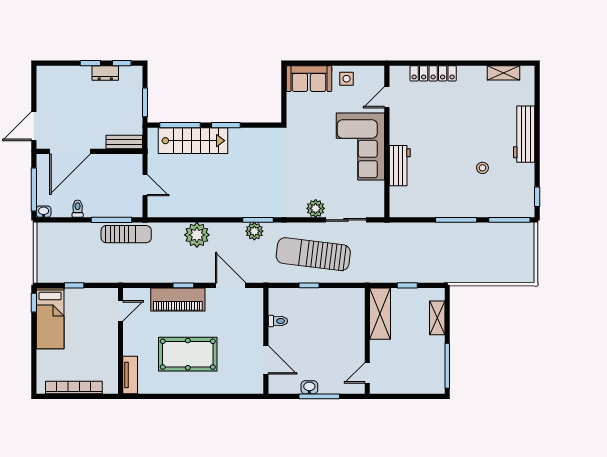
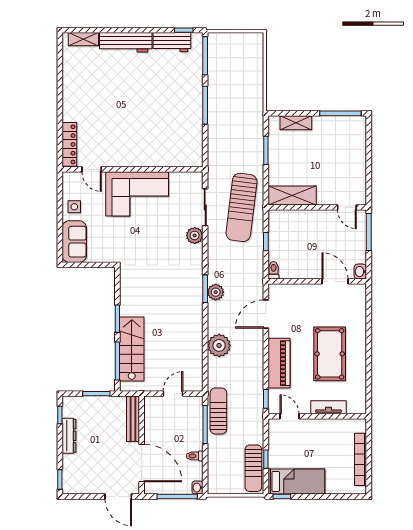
window: (90, 63) -> (60, 479), moved
dresser: (105, 73) -> (69, 436), width x1.44
locker: (433, 73) -> (69, 144), moved
shelving: (504, 73) -> (83, 39), moved, turned 90
bench: (124, 142) -> (133, 419), width x1.36
workbench: (400, 166) -> (172, 42), moved, turned 180
stool: (482, 168) -> (157, 81), removed
sun lounger: (313, 254) -> (242, 207), moved
sun lounger: (64, 272) -> (253, 468), added
window: (183, 285) -> (266, 399), moved
window: (407, 285) -> (266, 150), width x1.50
shelving: (380, 314) -> (292, 195), moved
toilet: (278, 321) -> (274, 270), moved
wall: (367, 341) -> (317, 207), moved
door: (266, 360) -> (335, 281), hinge flipped
door: (367, 373) -> (347, 207), moved
tv unit: (130, 375) -> (328, 407), moved
washbasin: (309, 387) -> (360, 272), moved

